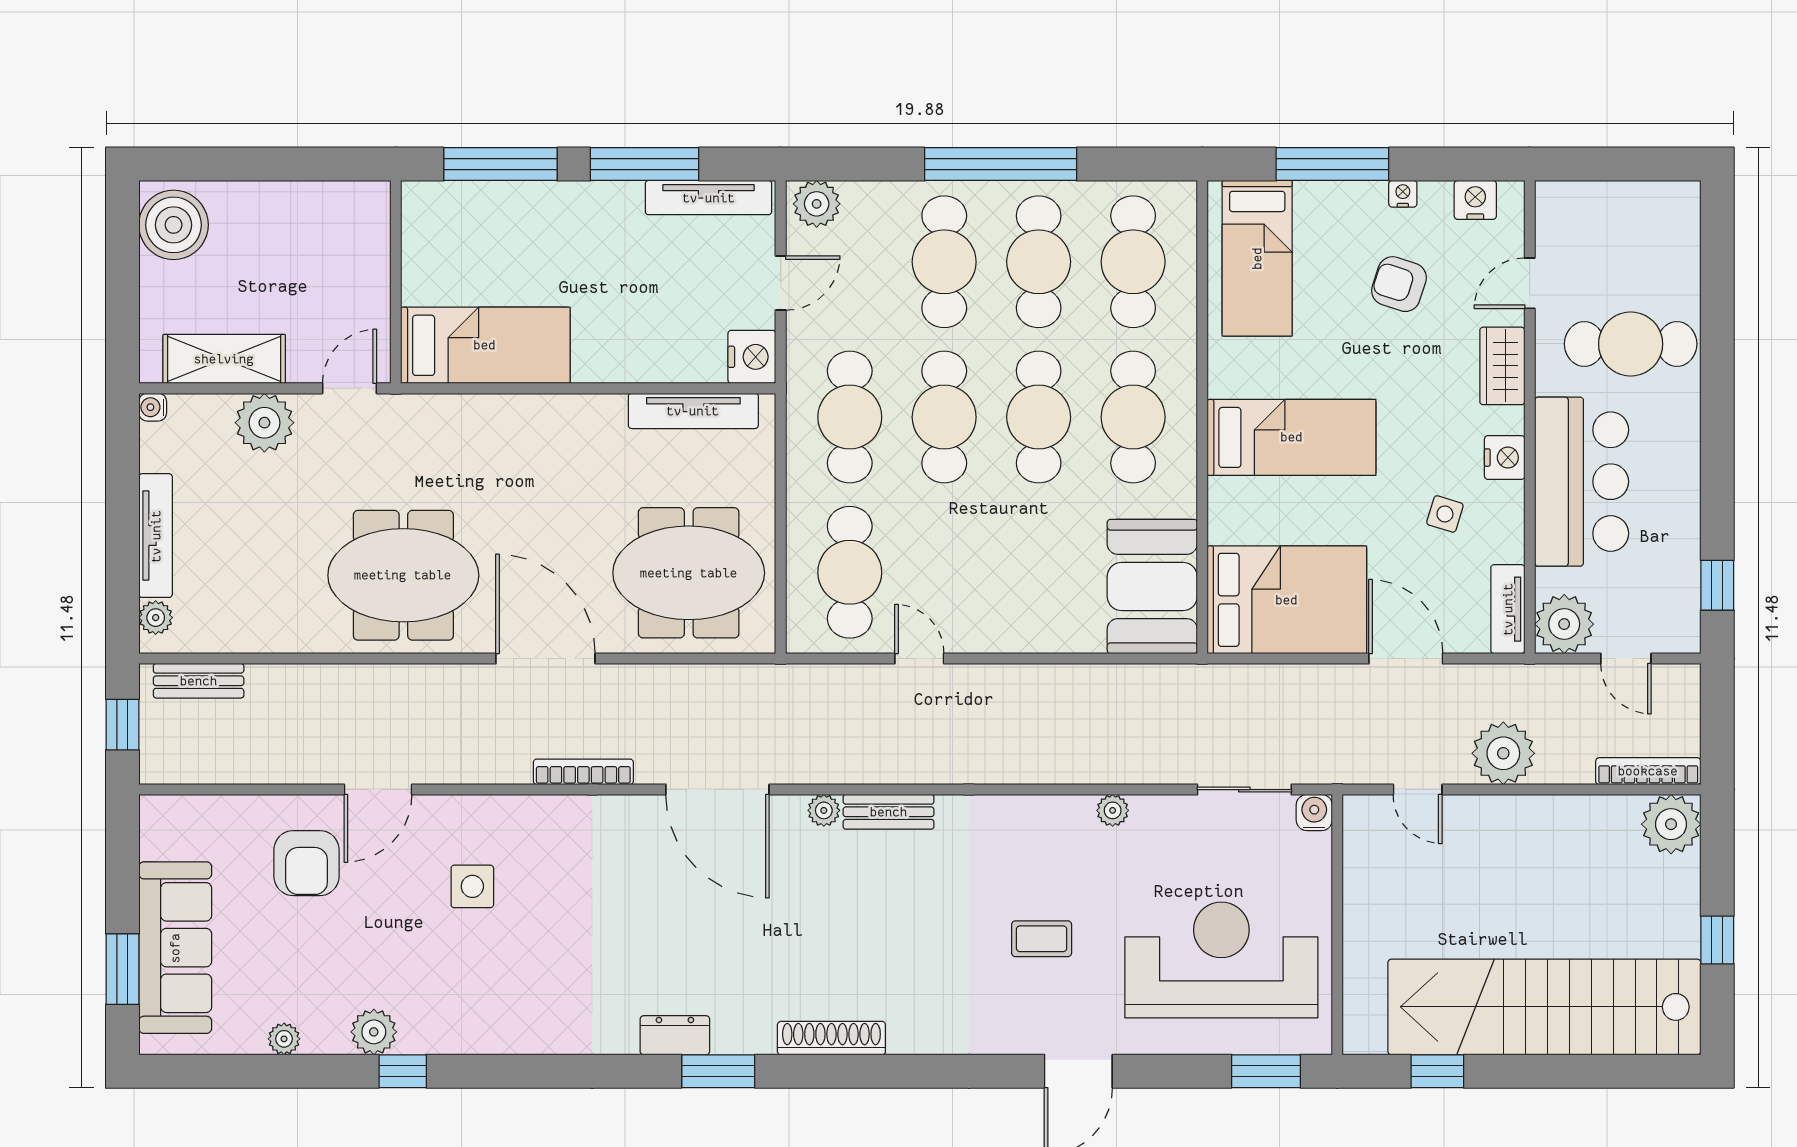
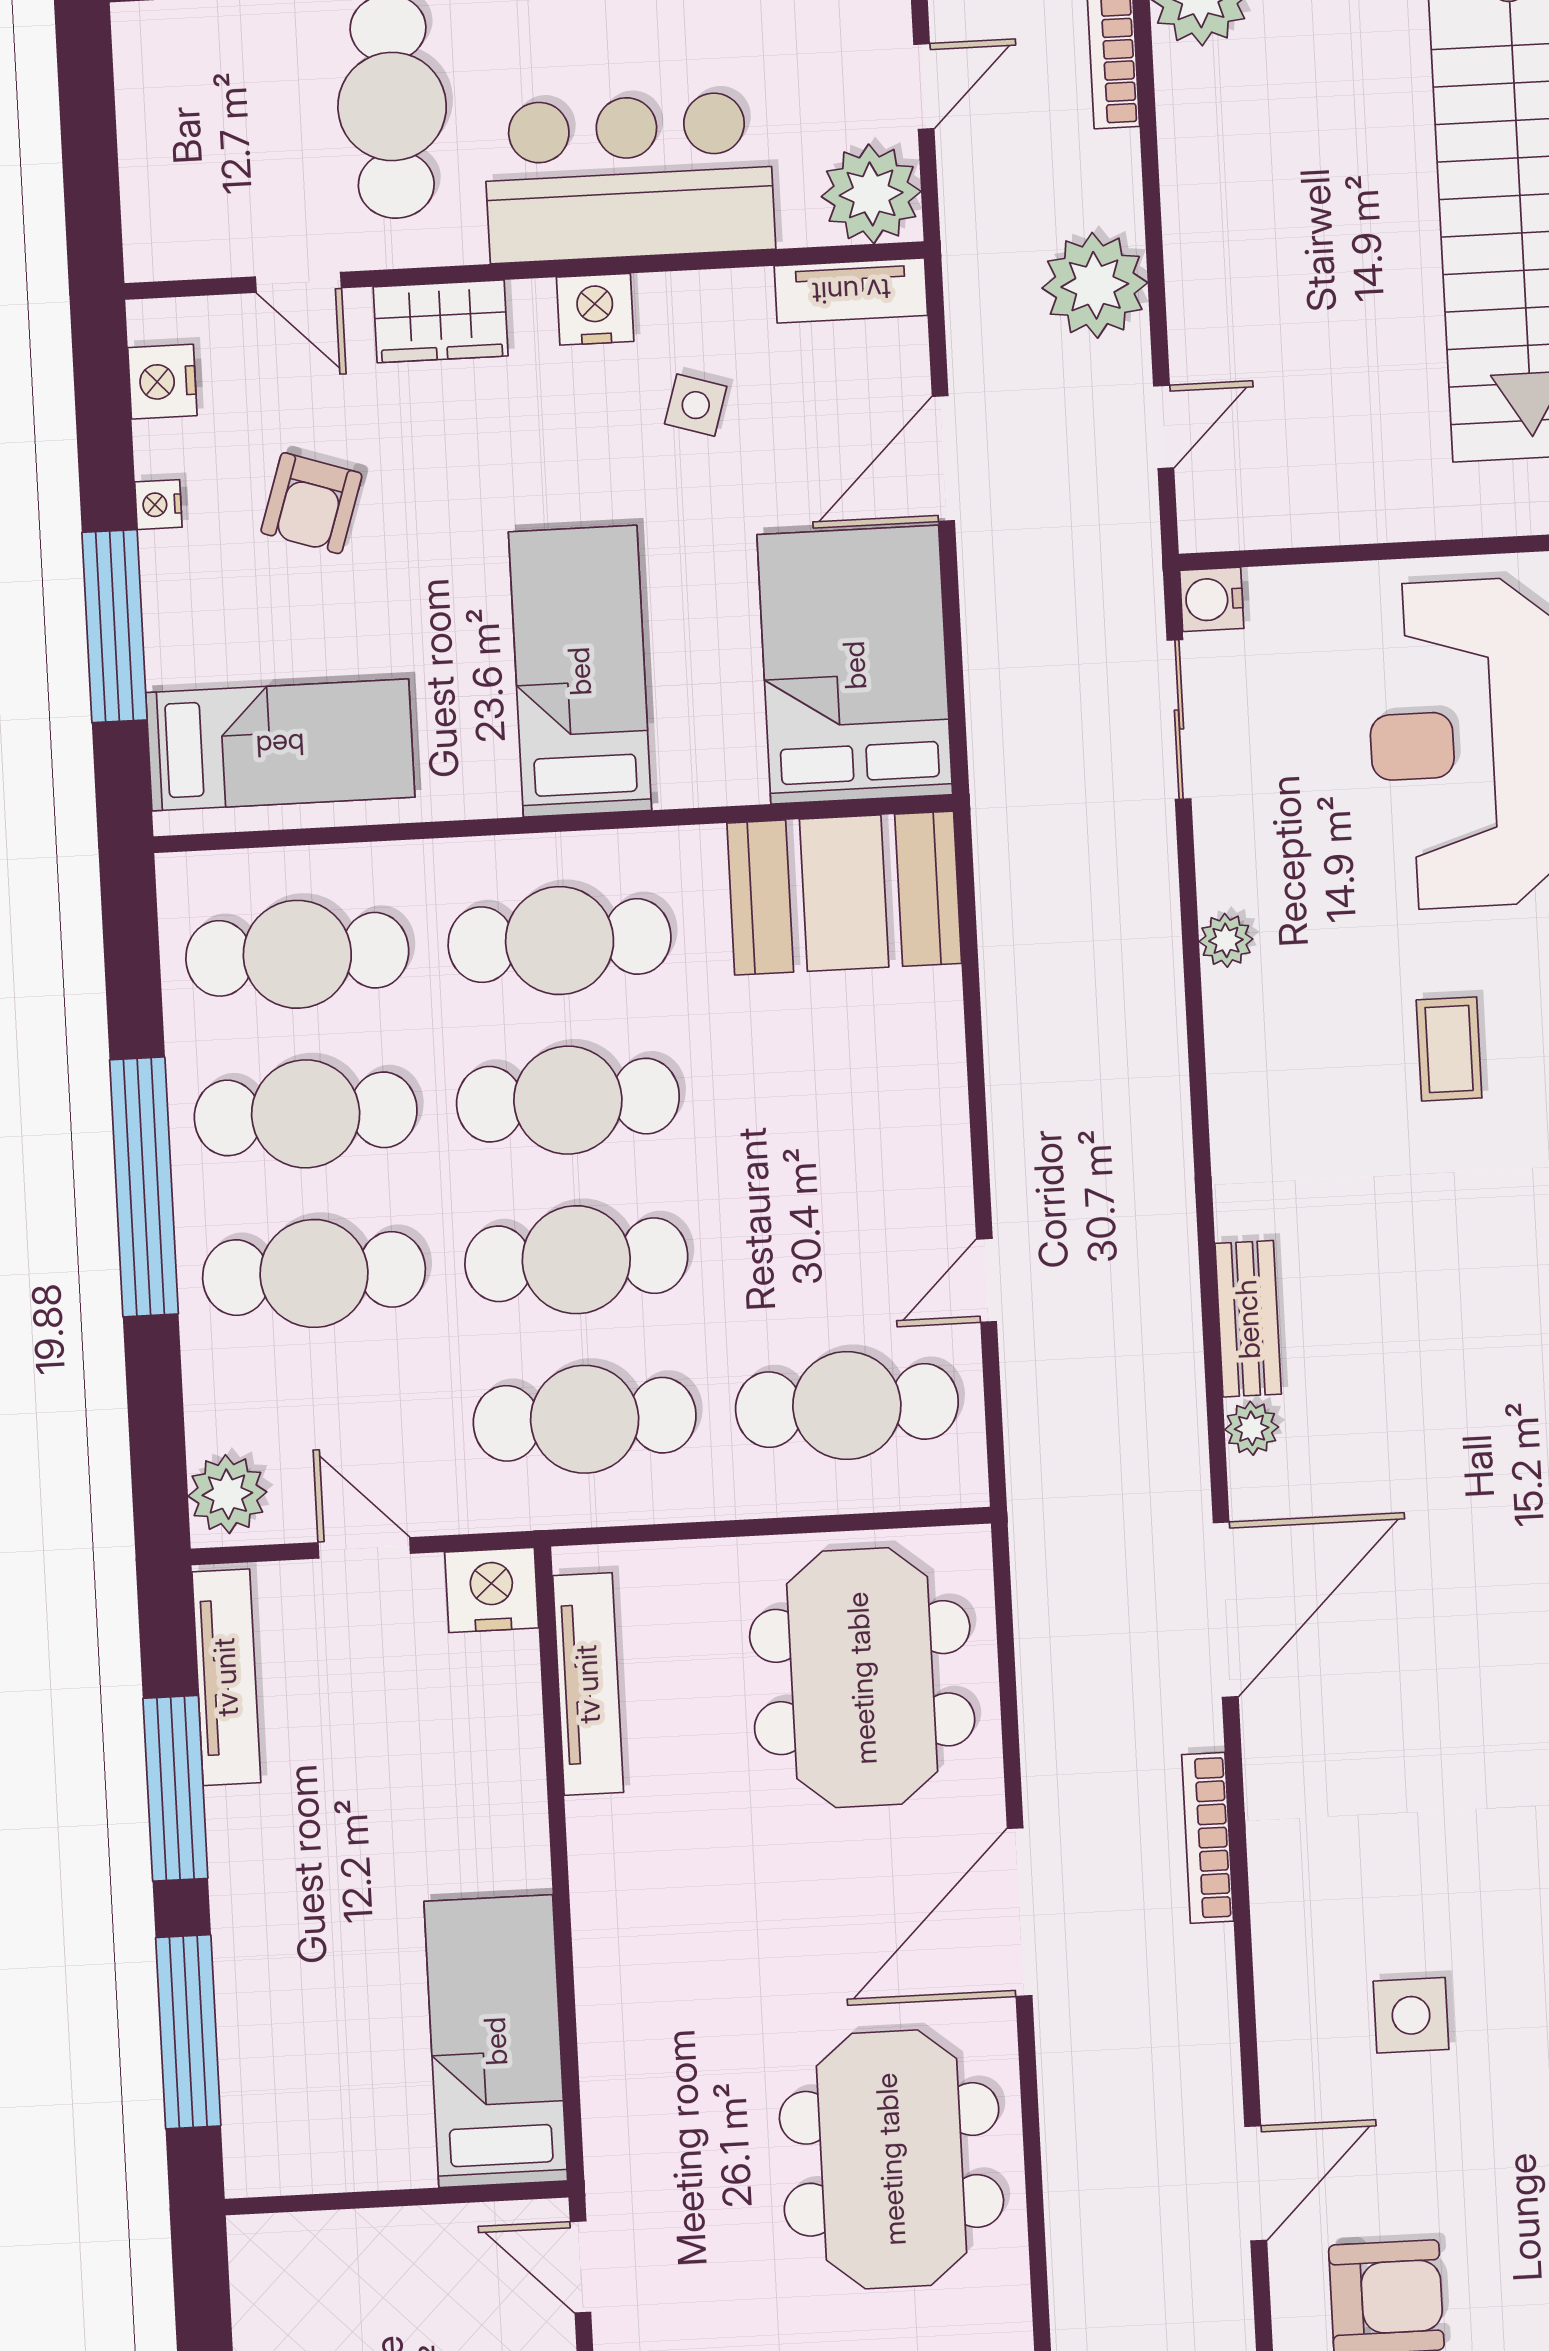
door: (378, 790) -> (1256, 2183), hinge flipped

